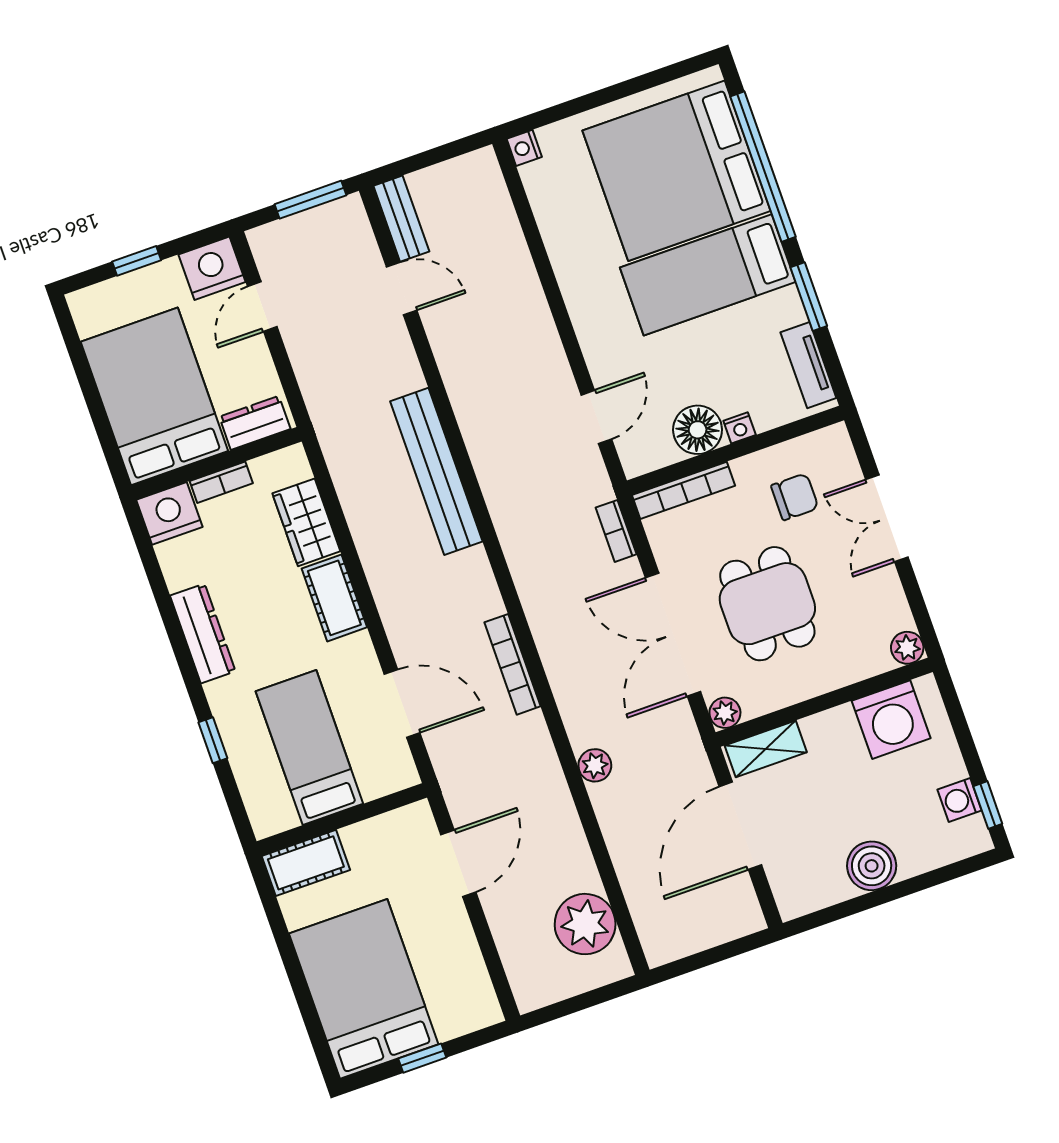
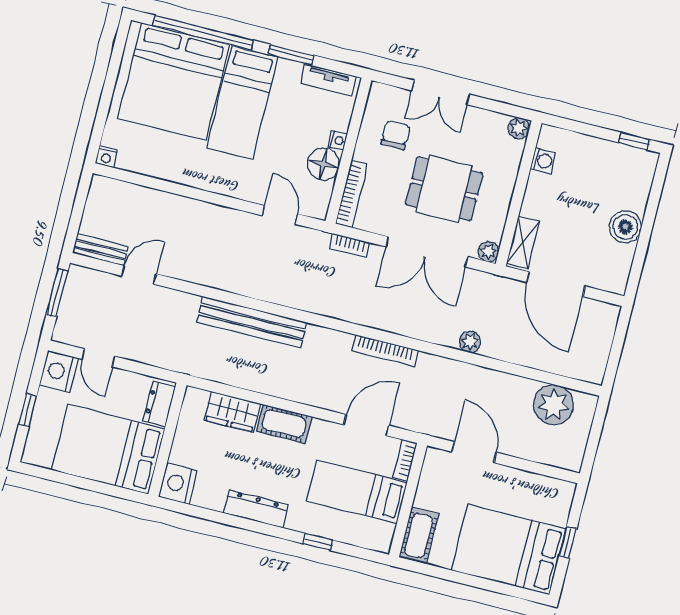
bookcase: (221, 482) -> (405, 460), moved, turned 180
washing machine: (891, 720) -> (543, 161), width x0.53, depth x0.53
washing machine: (960, 800) -> (621, 155), removed

